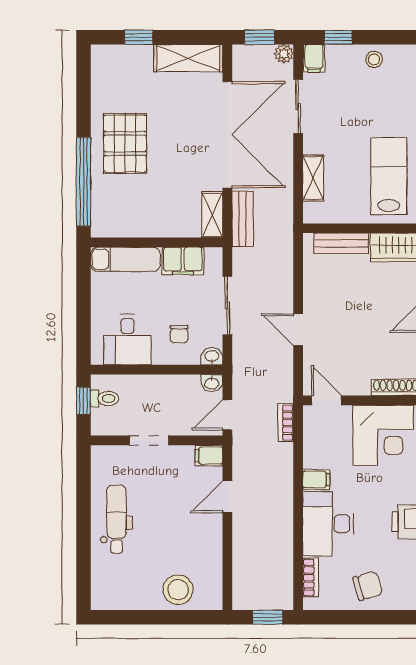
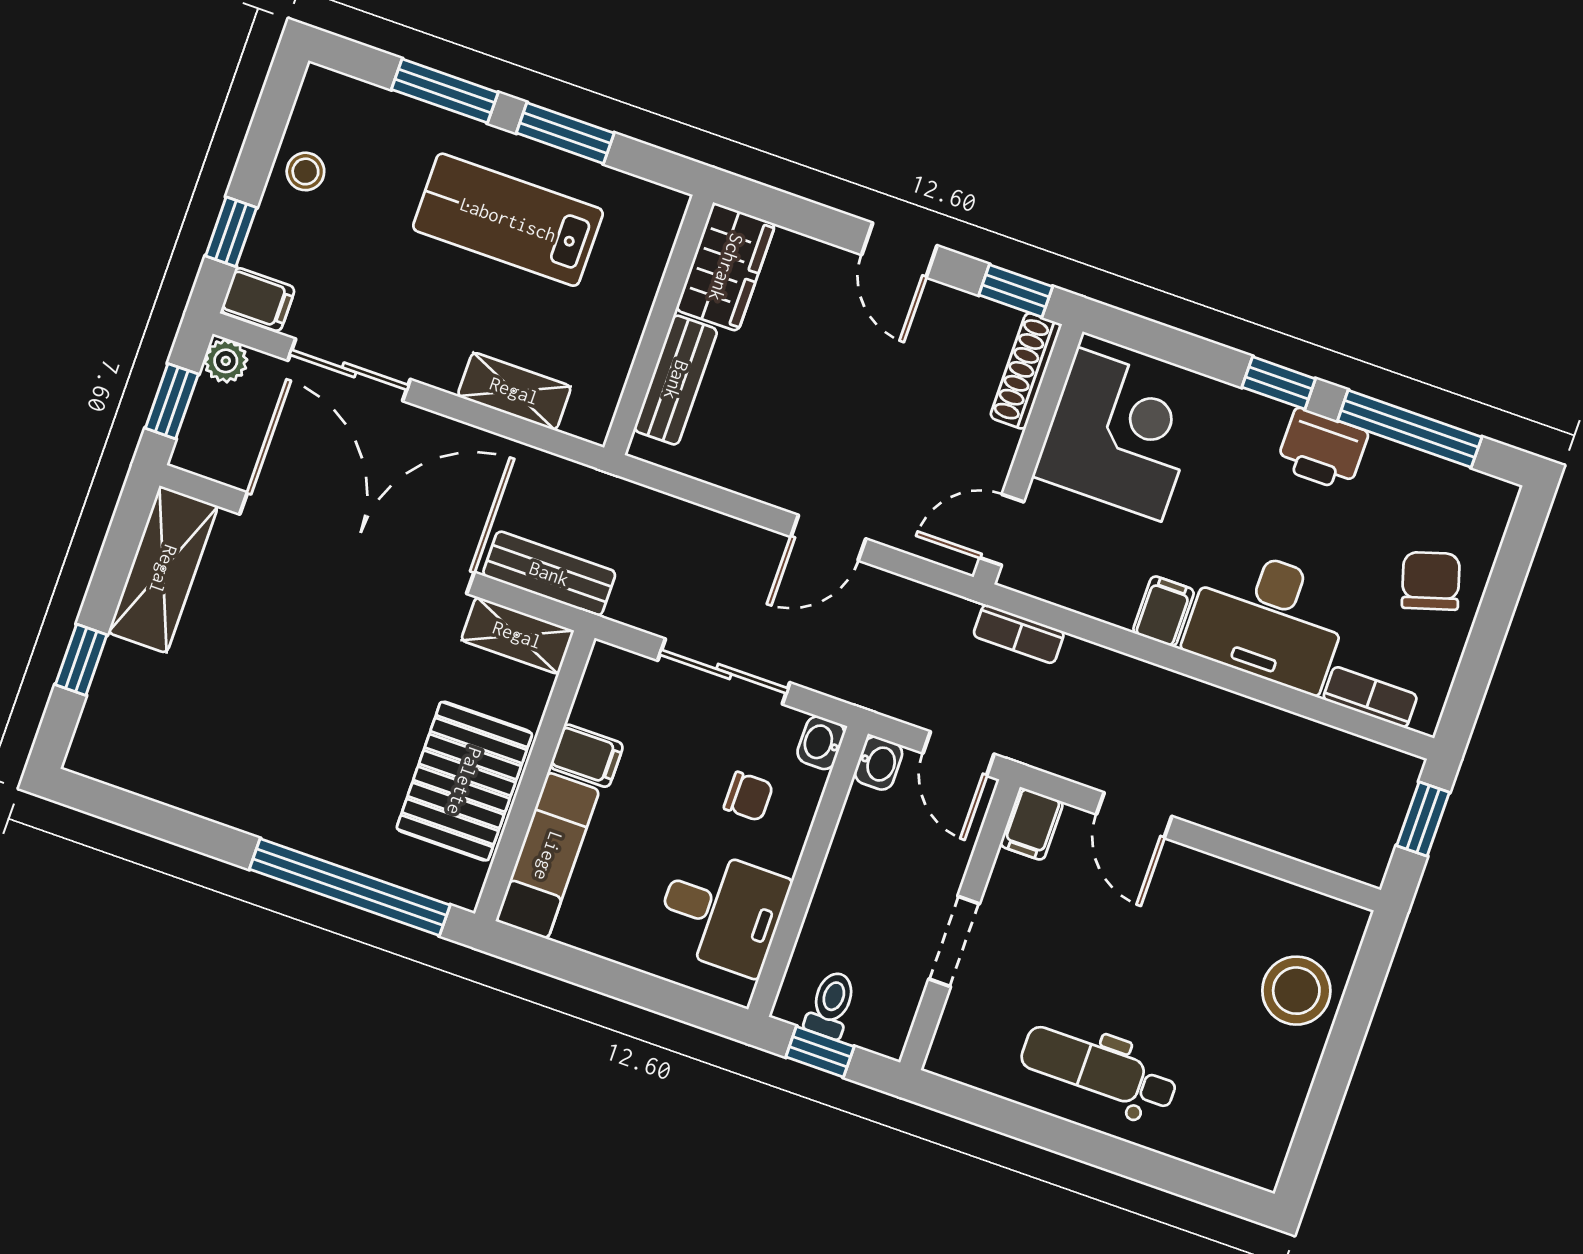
pallet: (125, 143) -> (464, 781), moved, turned 90
lab bench: (389, 176) -> (508, 220), moved
filing cabinet: (183, 261) -> (587, 756), width x0.50

